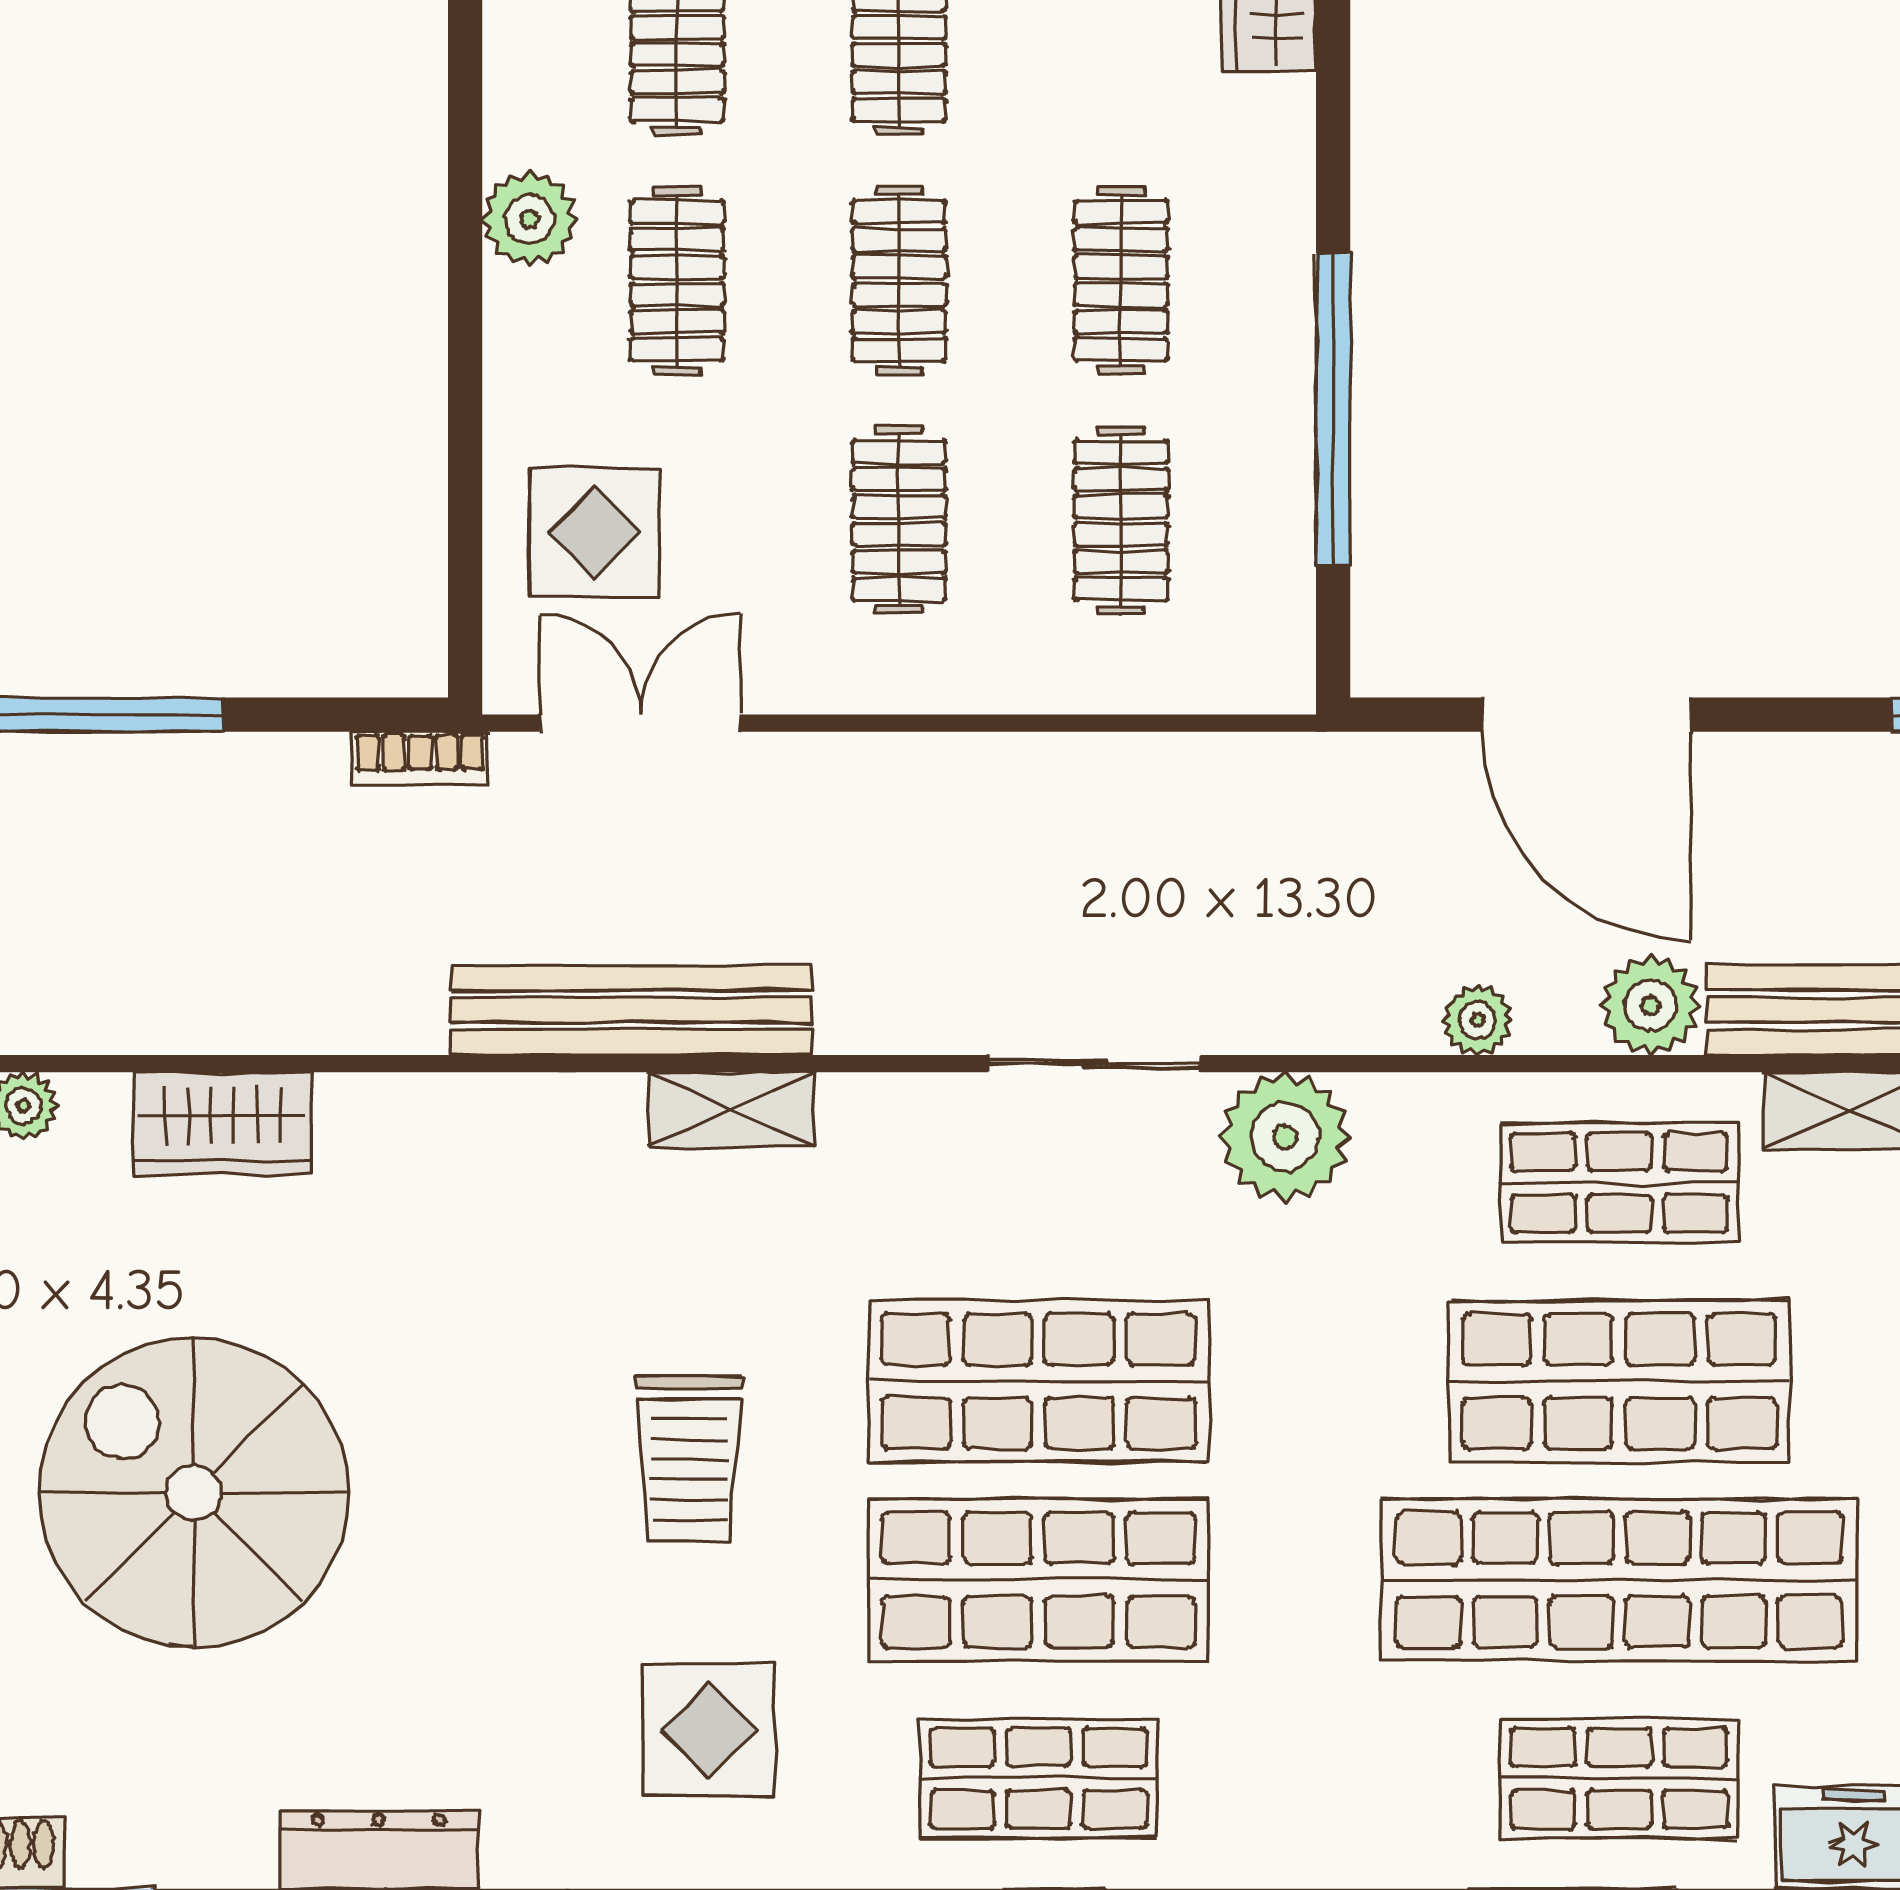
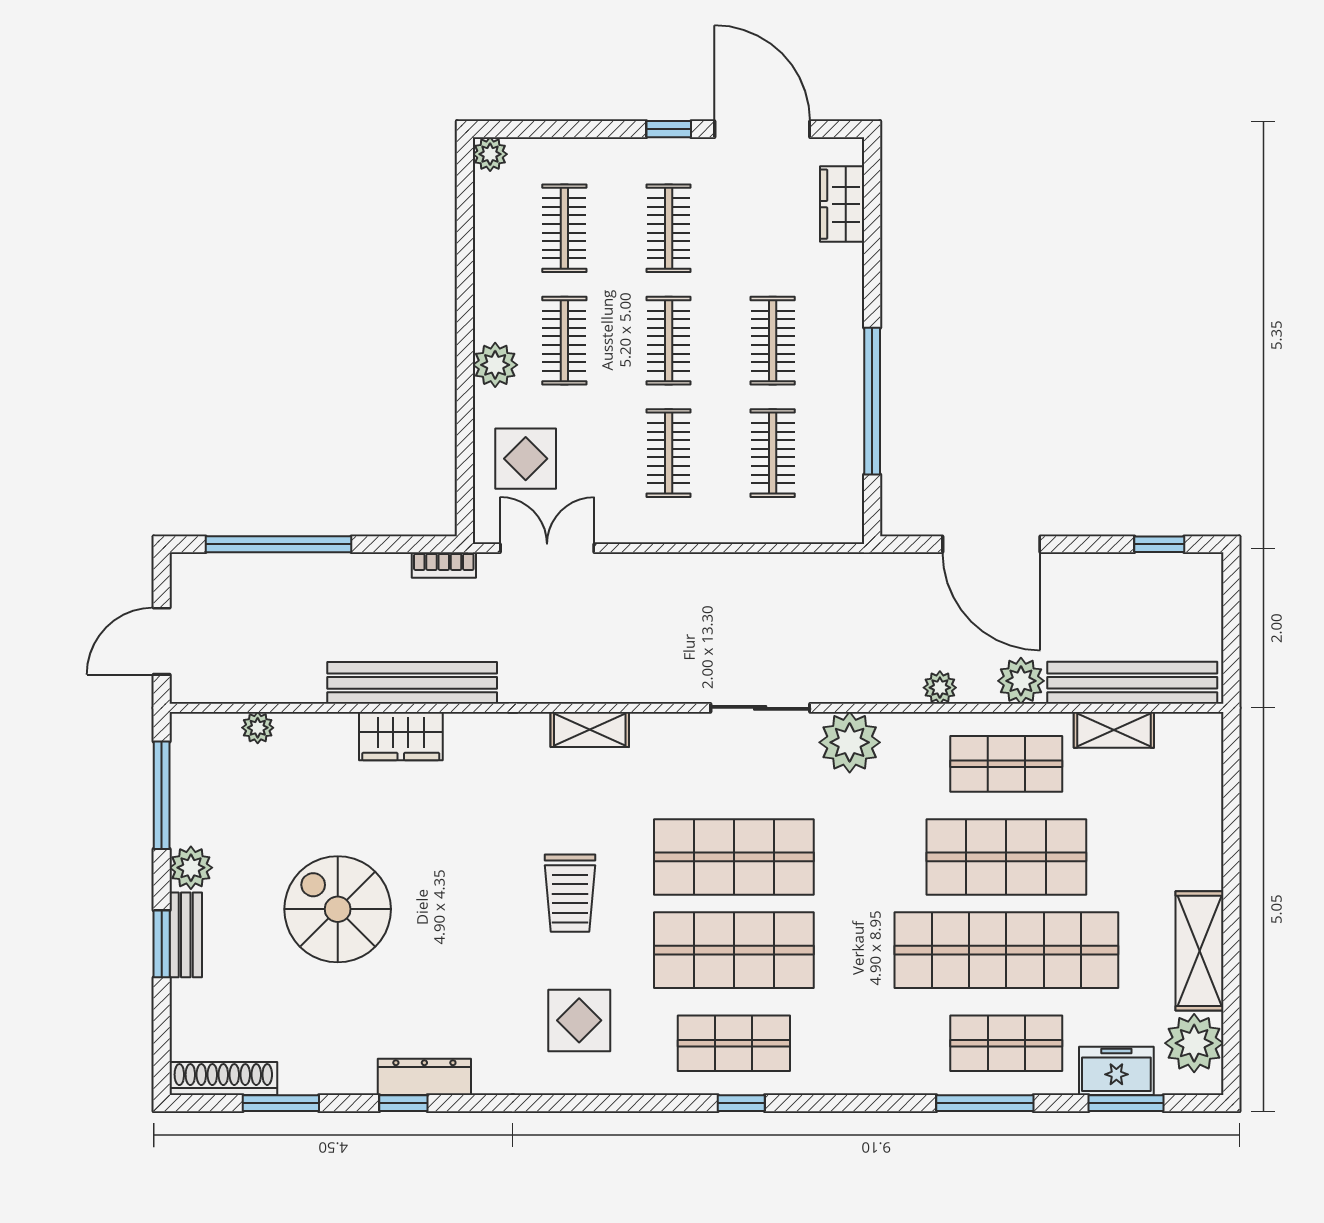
plant: (530, 219) -> (495, 365), moved
bench: (631, 1010) -> (412, 683), moved
wardrobe: (223, 1124) -> (401, 736), moved
spiral stairs: (194, 1493) -> (338, 909), width x0.73, depth x0.73

